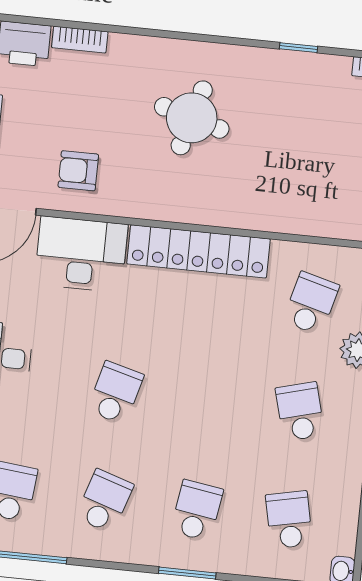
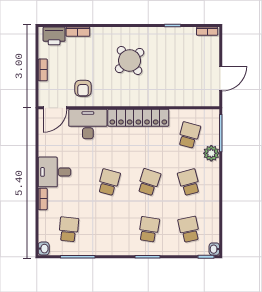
round table: (192, 118) -> (130, 60), turned 35
armchair: (78, 171) -> (83, 88), turned -90
school desk: (104, 501) -> (149, 182), moved

